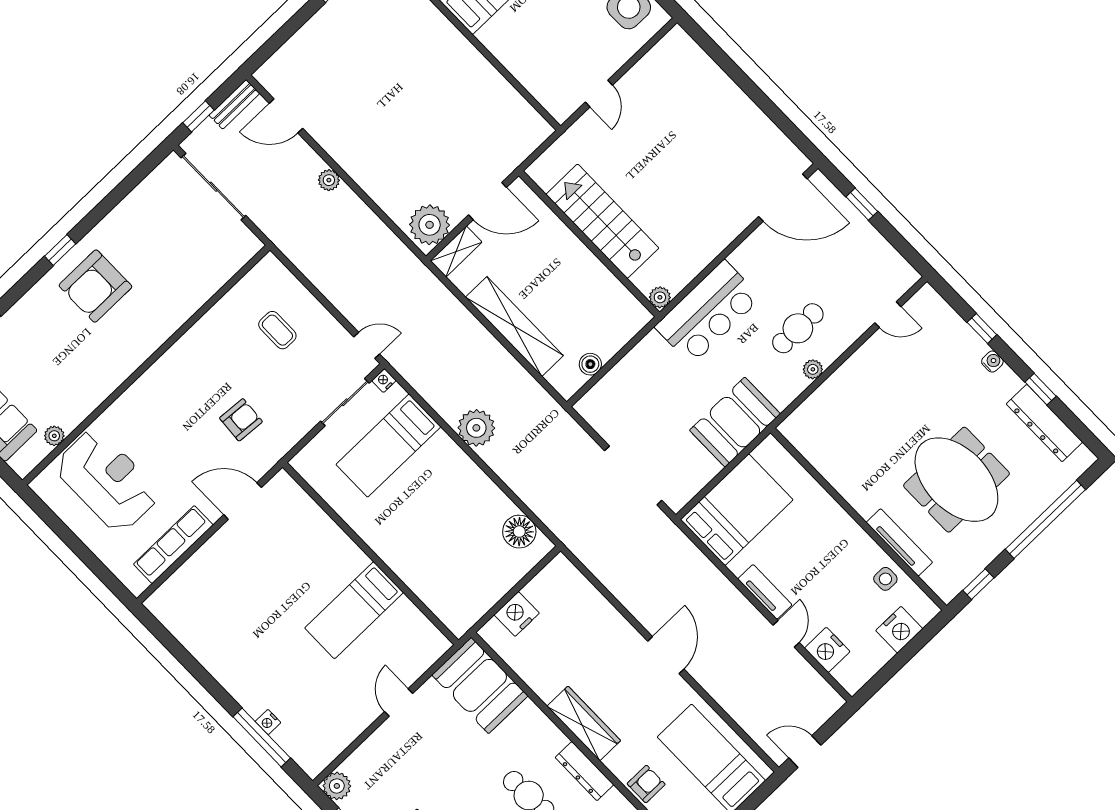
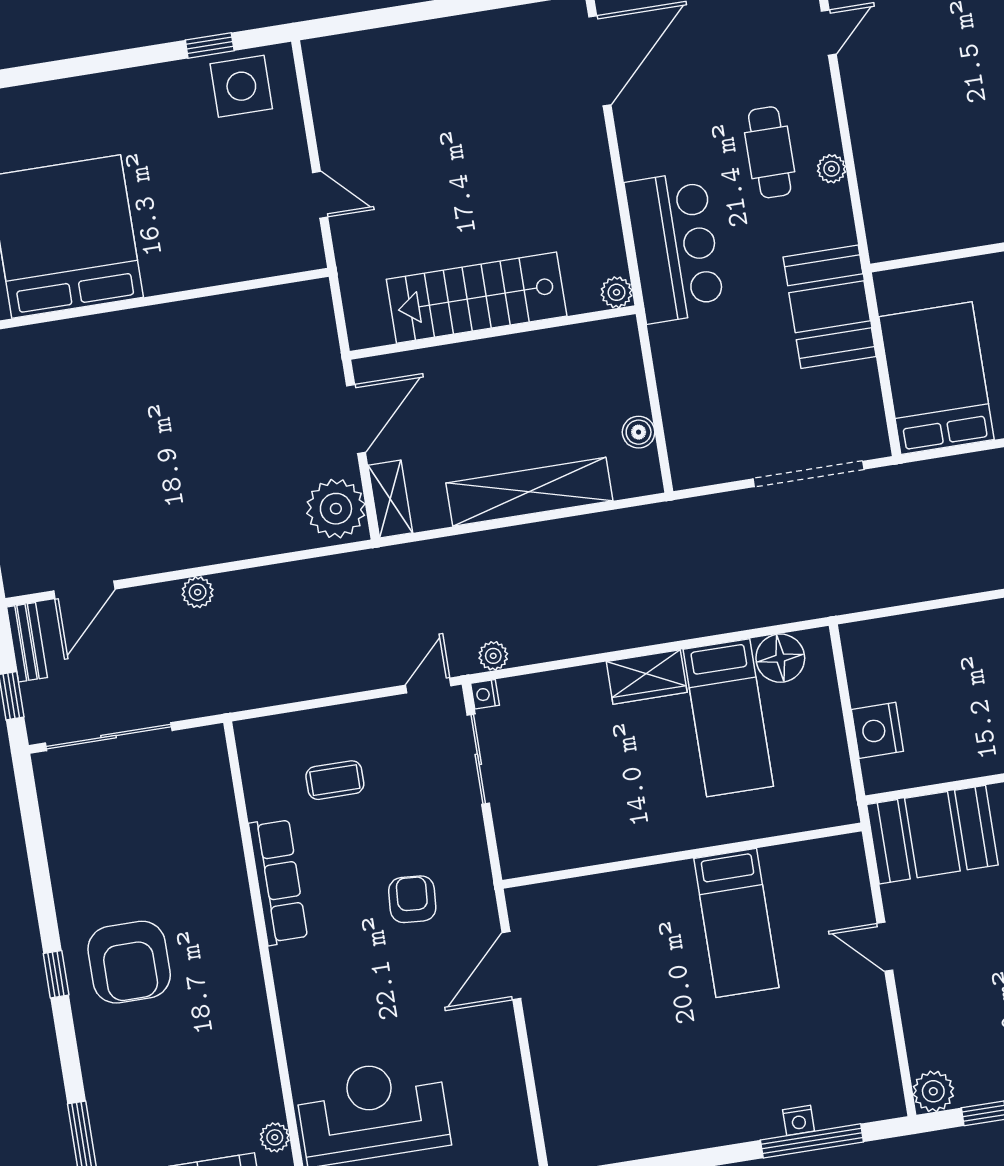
plant: (476, 428) -> (493, 656), moved, width x0.53, depth x0.53
bed: (388, 446) -> (728, 718), moved
wardrobe: (457, 464) -> (647, 677), added
row of seats: (173, 545) -> (278, 881), moved, turned 180

